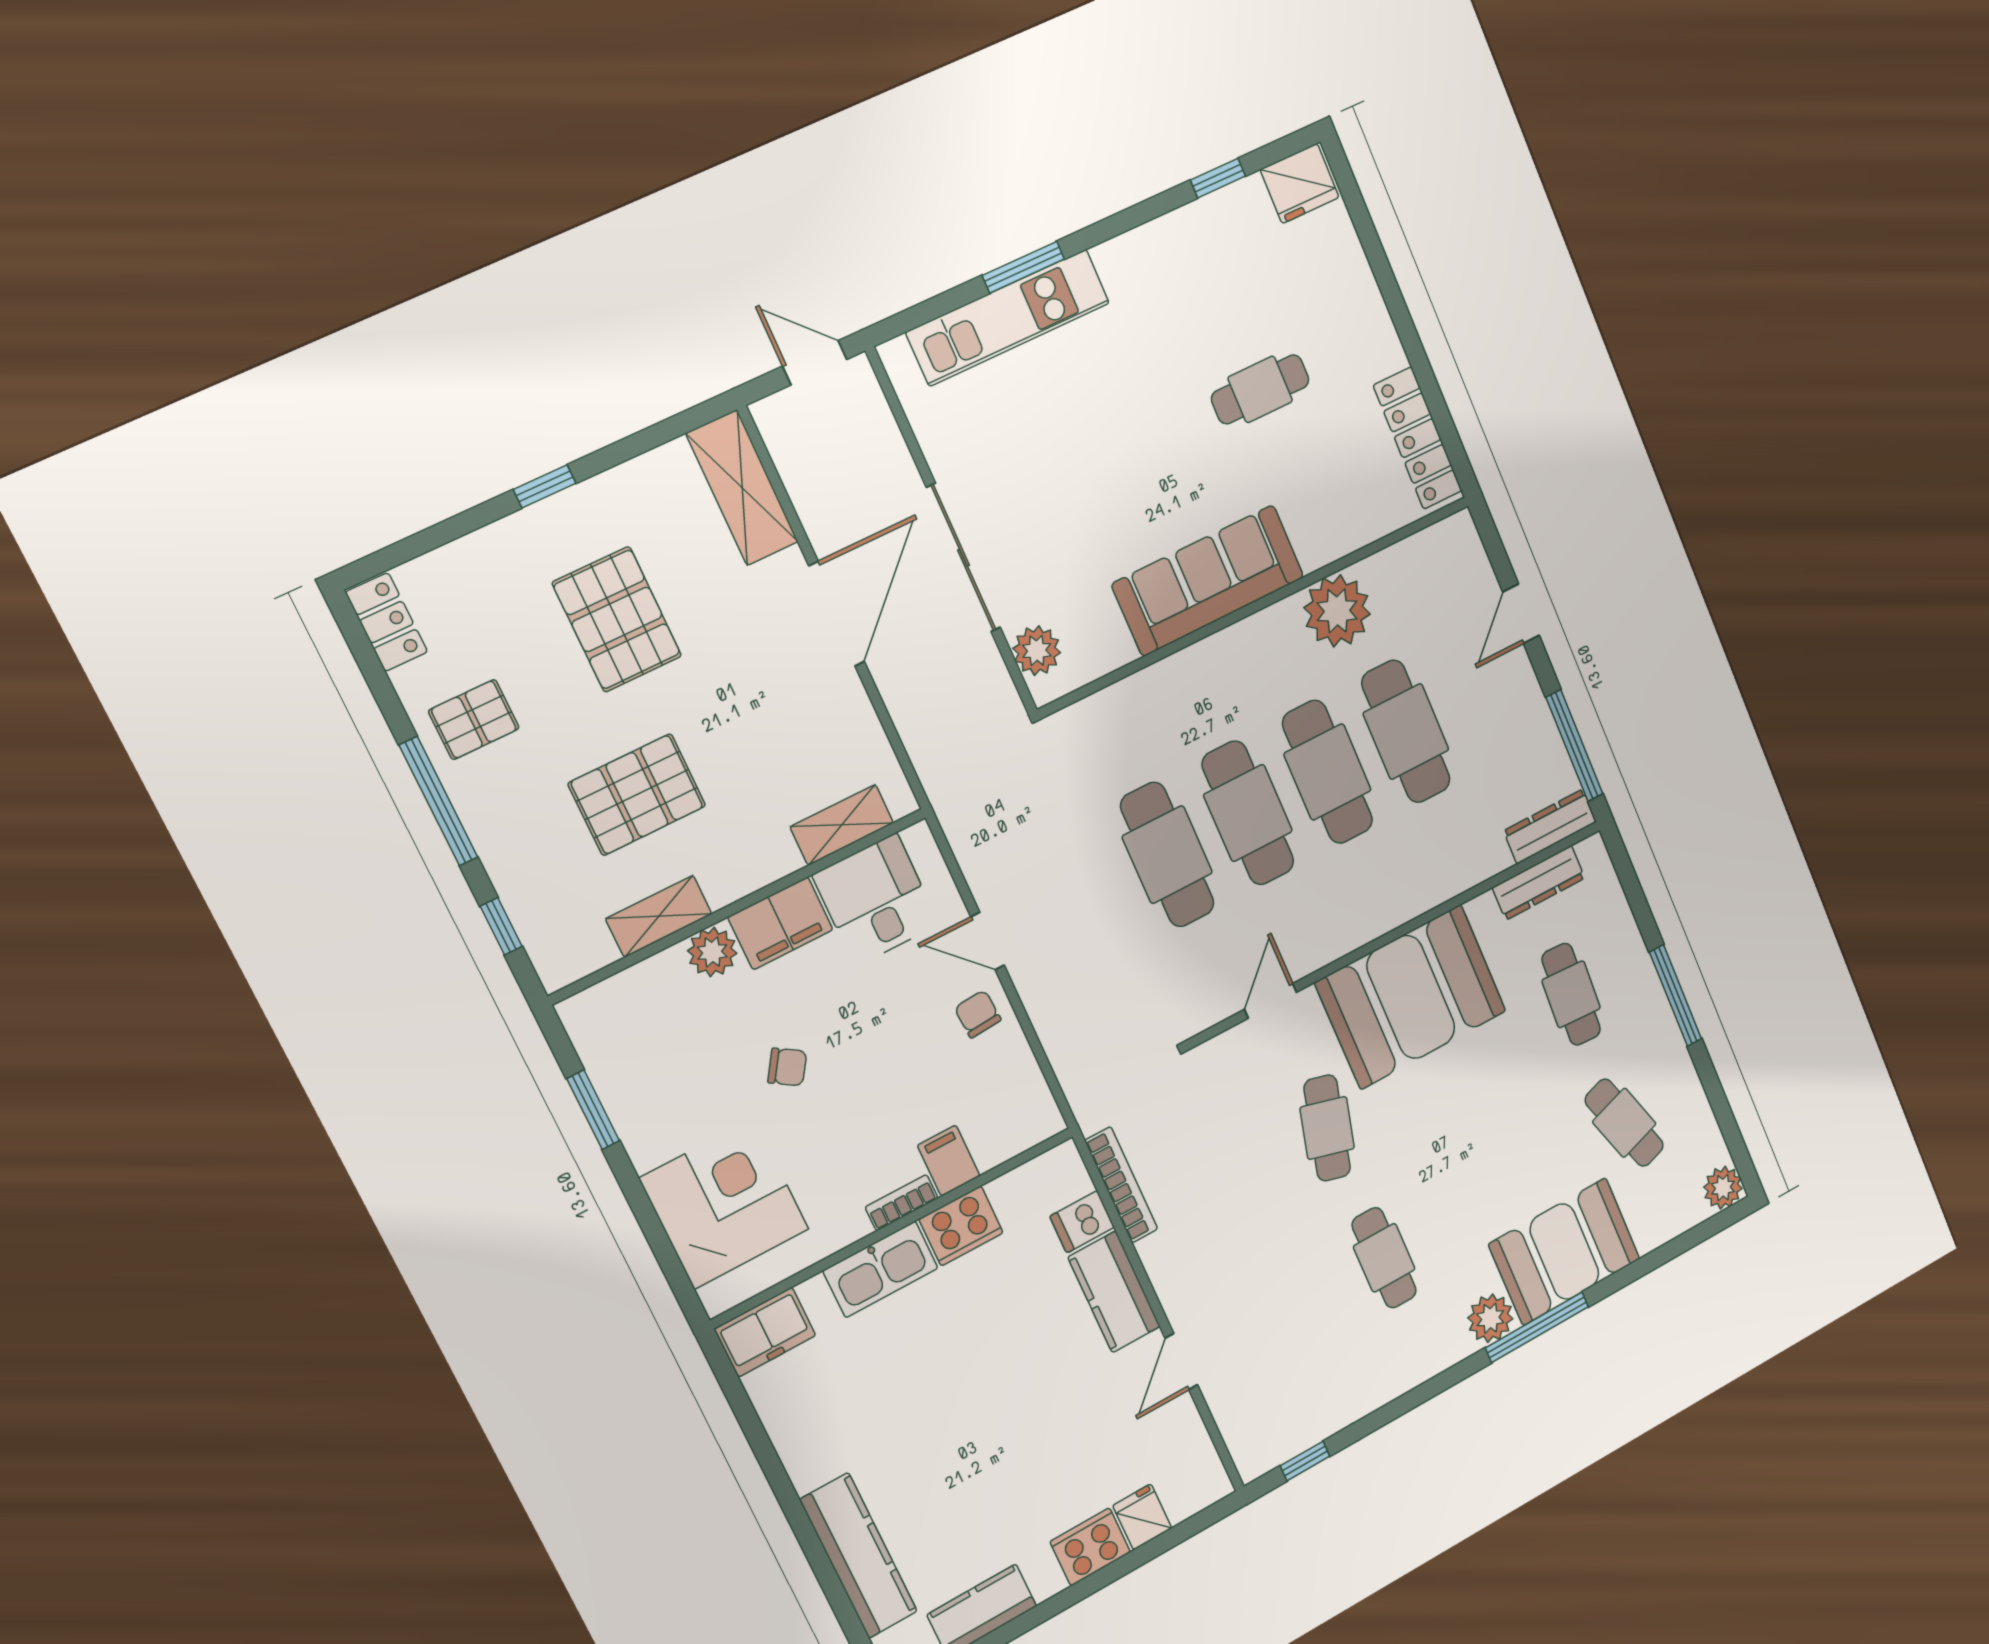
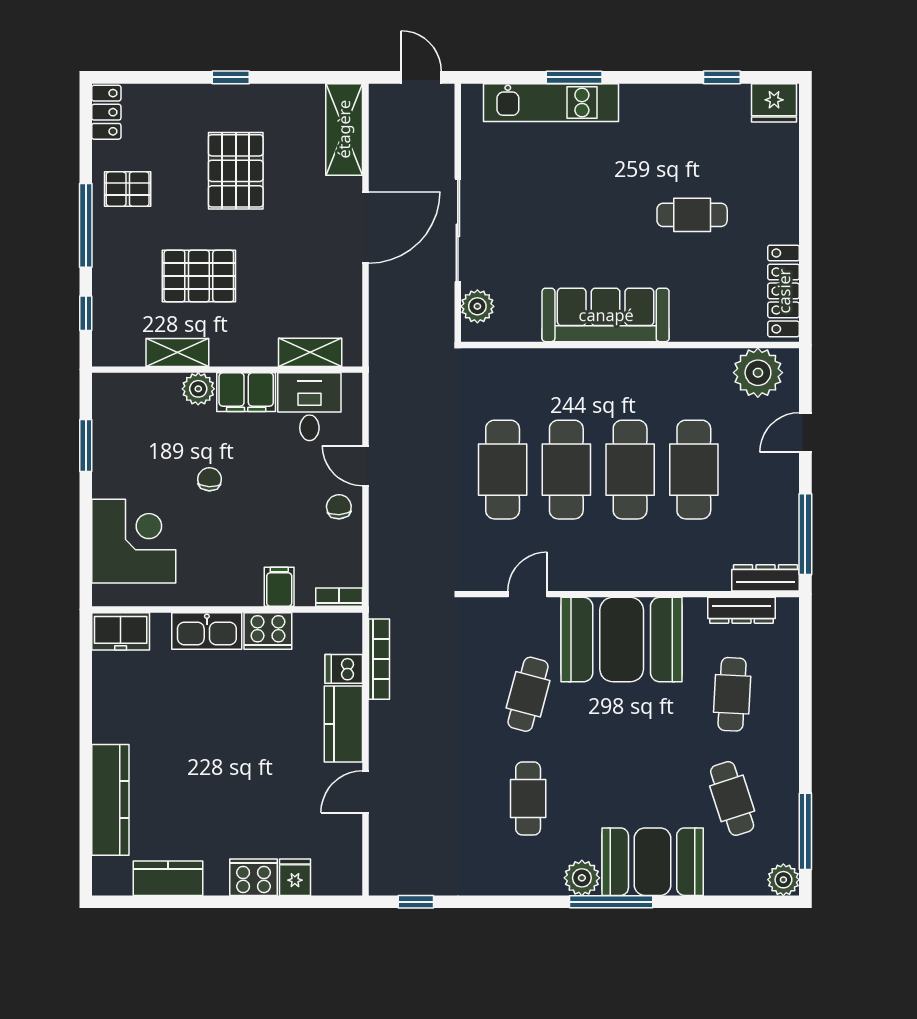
plant: (1337, 611) -> (758, 373), moved
window: (1676, 996) -> (805, 831), moved
chair: (787, 1067) -> (210, 479), turned -120
bookcase: (902, 1203) -> (339, 597), moved

